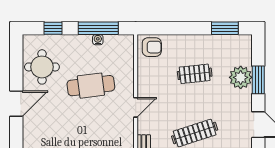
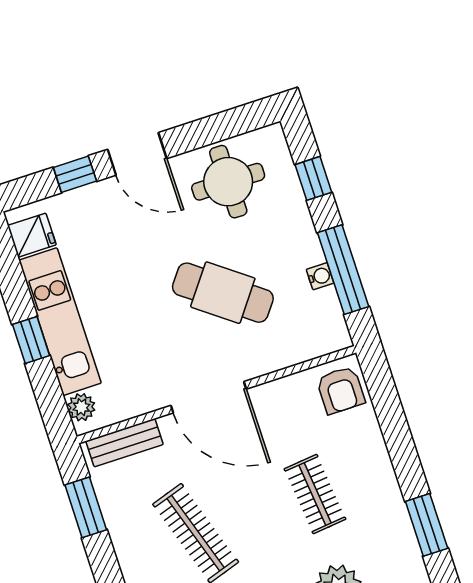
cafe table: (91, 86) -> (223, 293), turned -46
door: (136, 107) -> (209, 397), width x1.87
window: (16, 135) -> (75, 174), added

